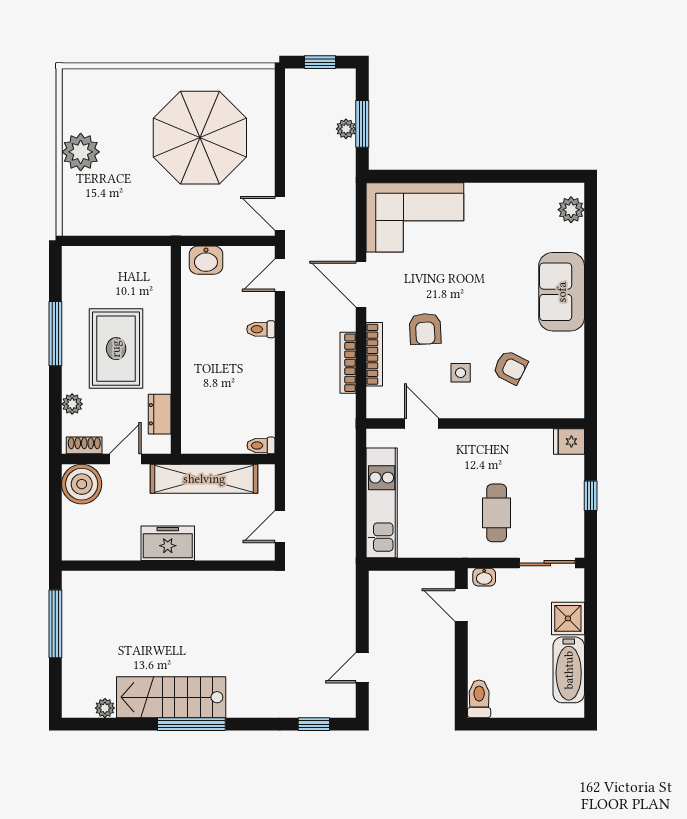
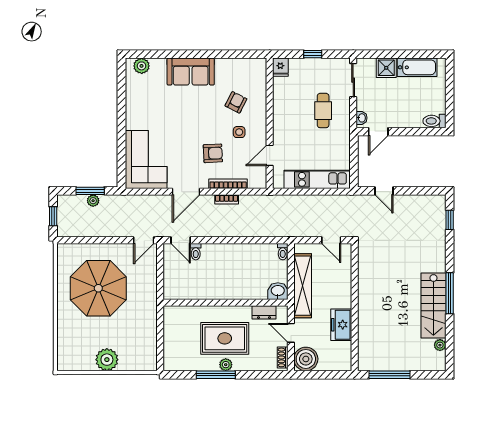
washbasin: (206, 260) -> (278, 291), moved, turned -90
toilet: (261, 329) -> (196, 252), moved
bookcase: (348, 363) -> (227, 199), width x0.64
plant: (72, 404) -> (226, 365), moved
cafe table: (497, 513) -> (323, 111), turned 90
freezer: (168, 543) -> (341, 325), moved
door: (362, 668) -> (384, 191), moved

